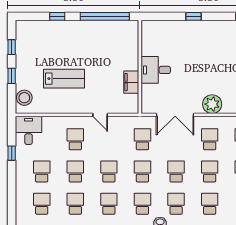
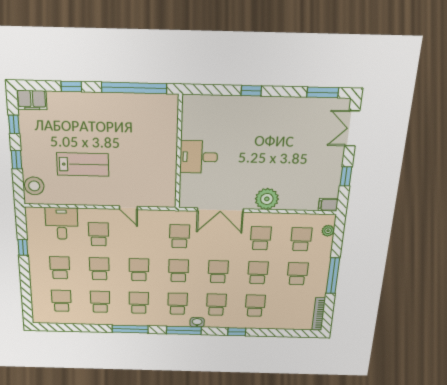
filing cabinet: (131, 82) -> (32, 100), moved, turned -90
desk: (28, 130) -> (62, 223), moved

